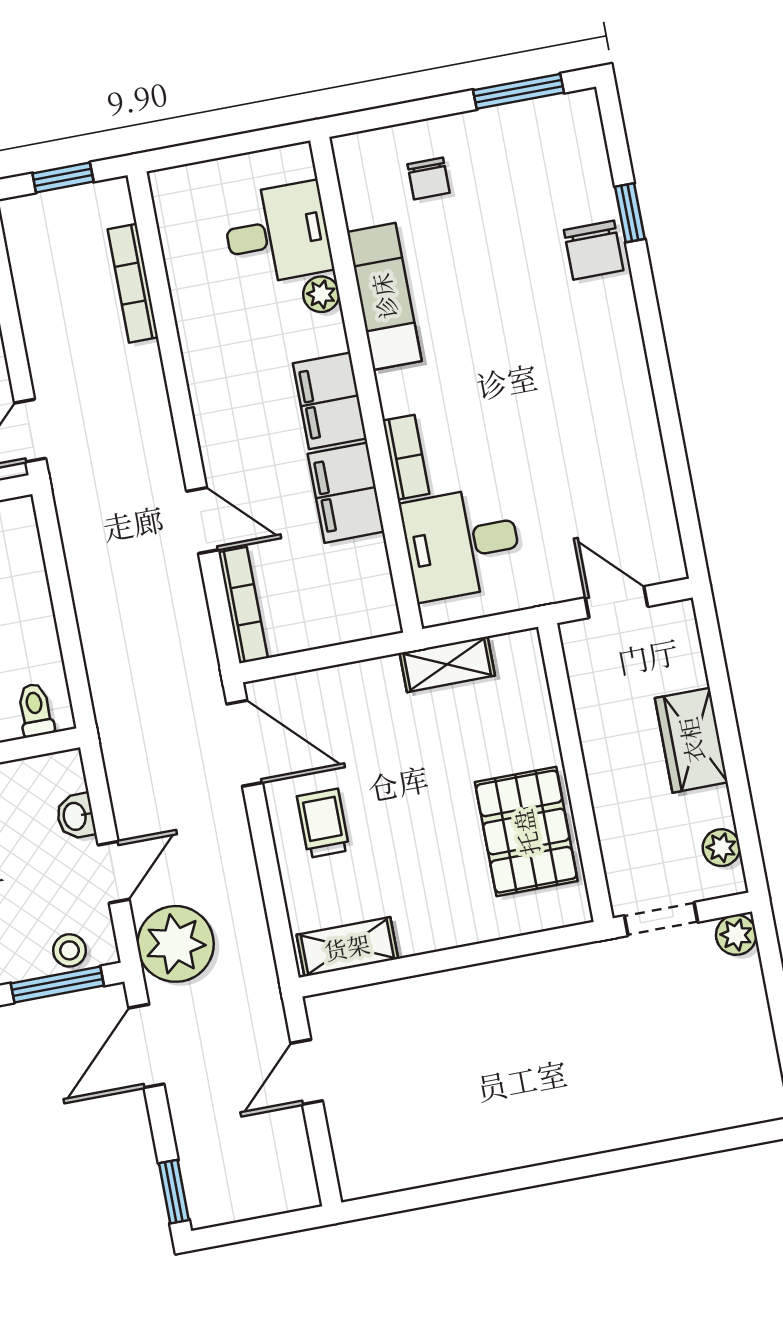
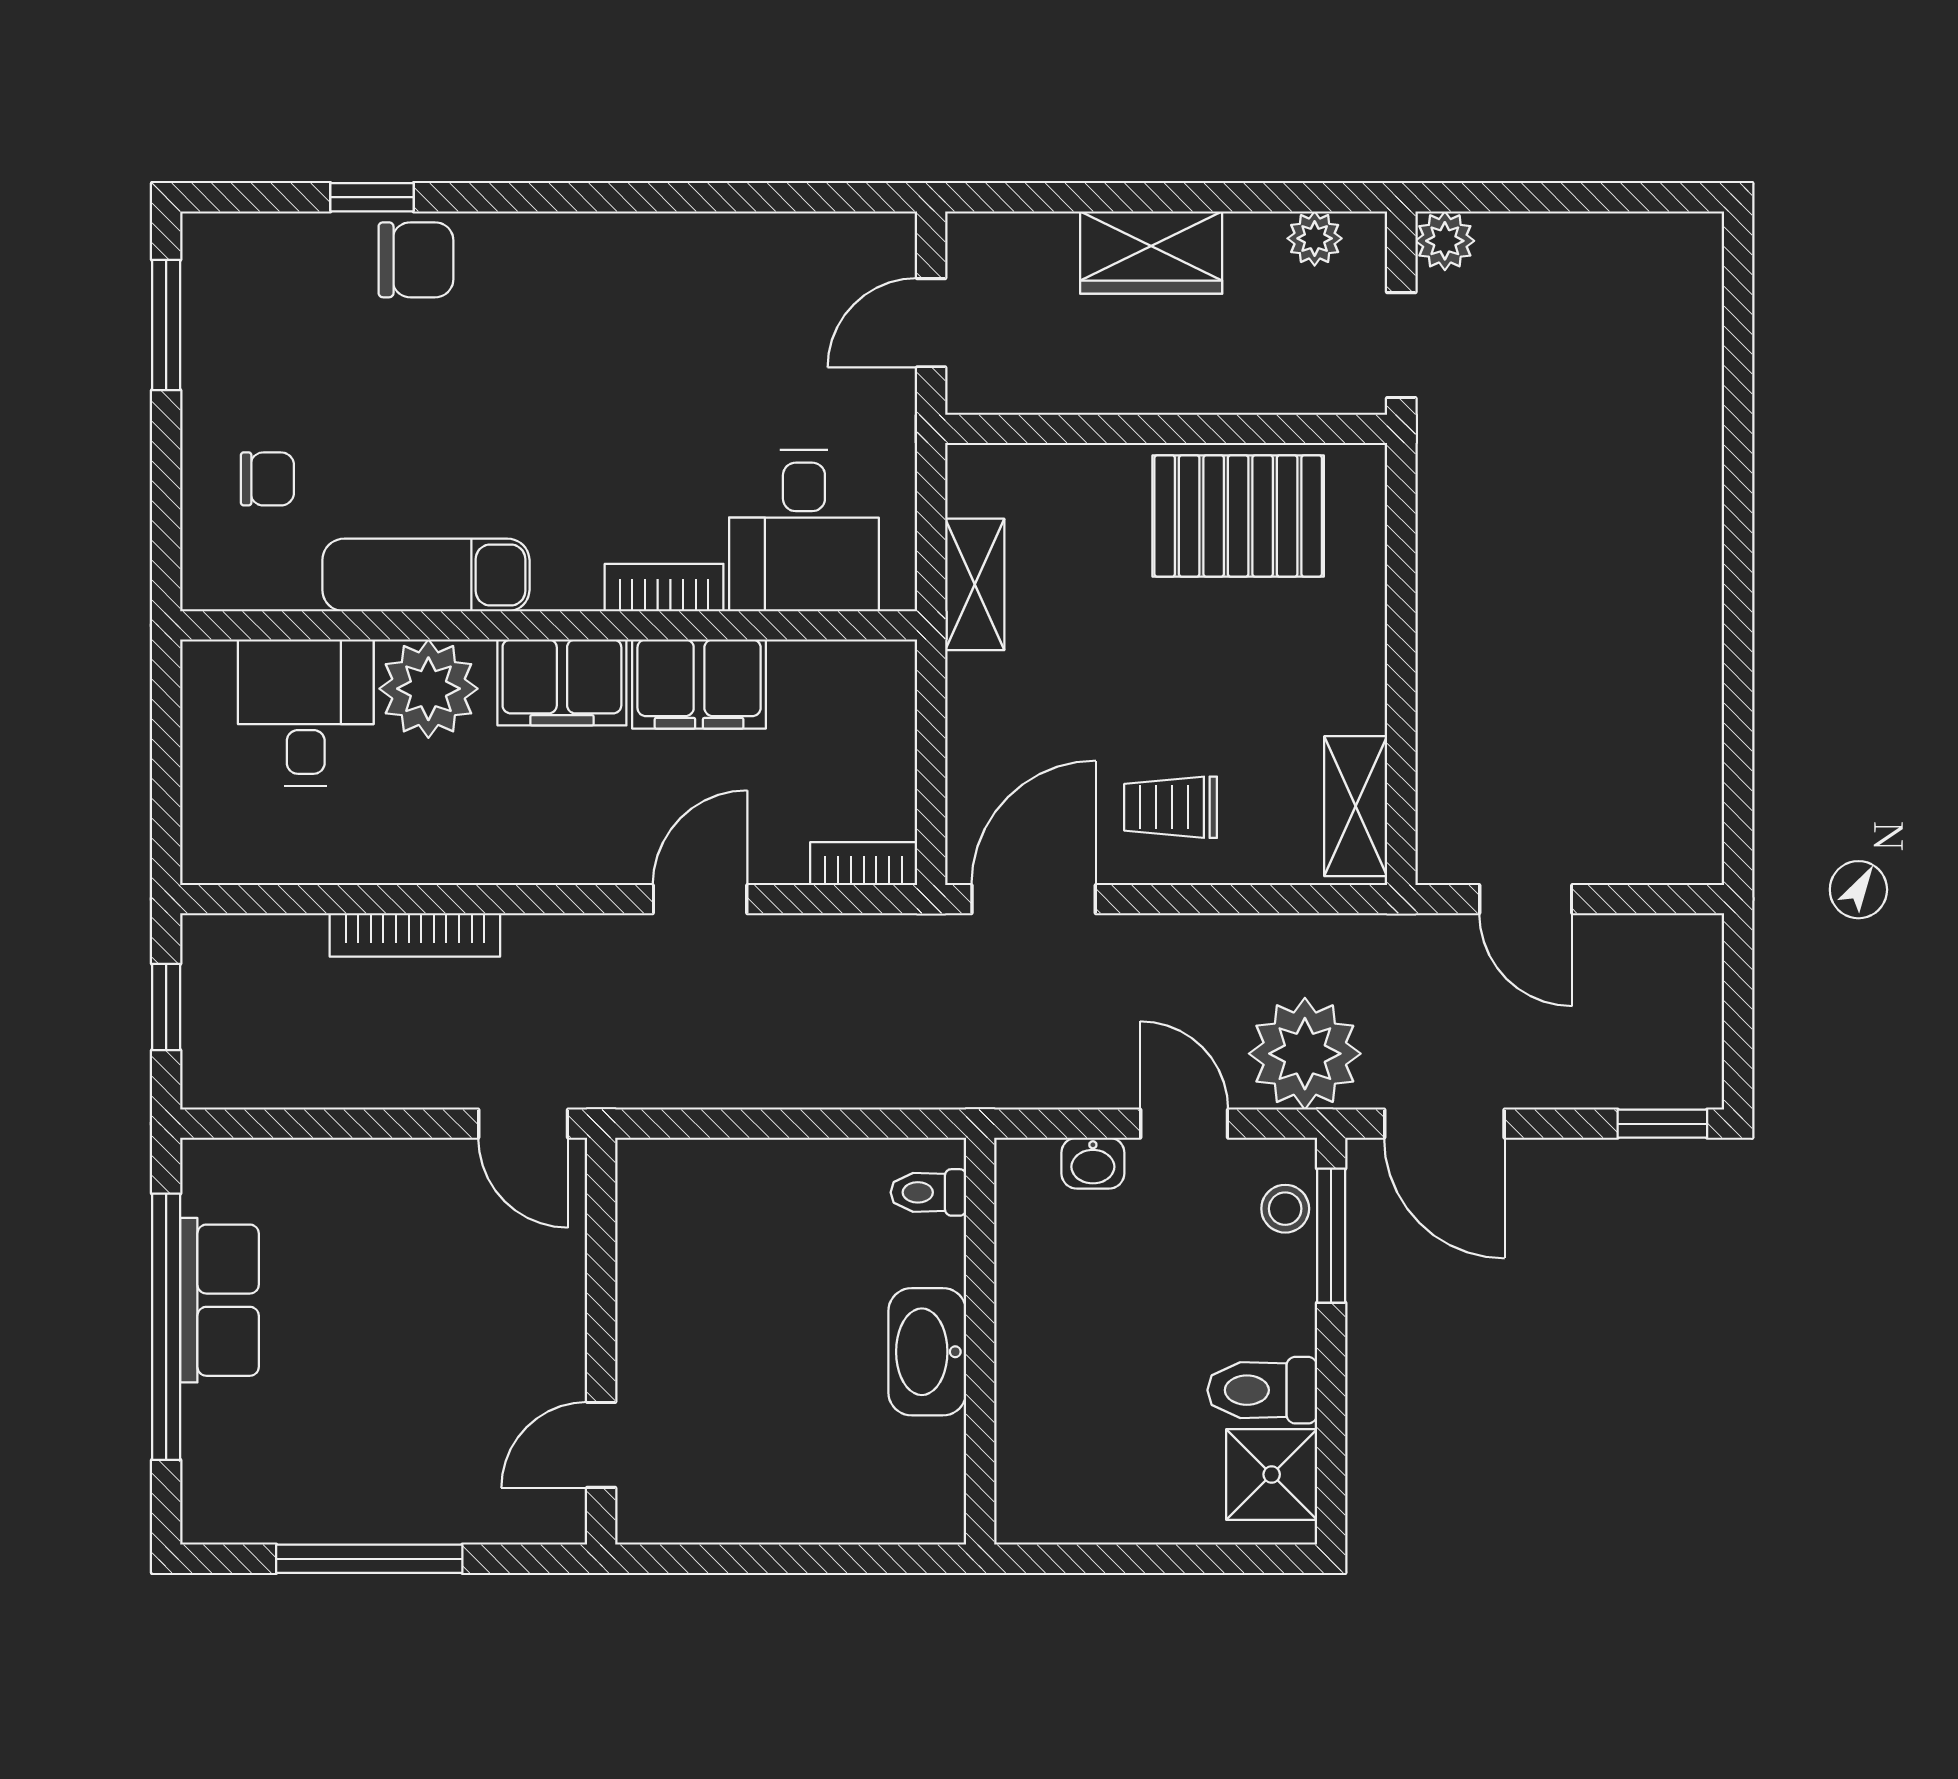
bookcase: (133, 283) -> (415, 935), moved
plant: (321, 294) -> (428, 689), width x1.87, depth x1.87
bookcase: (243, 605) -> (864, 864), width x0.64

